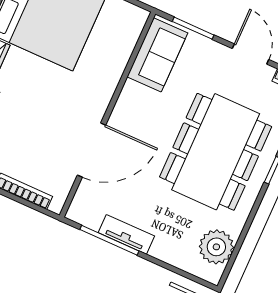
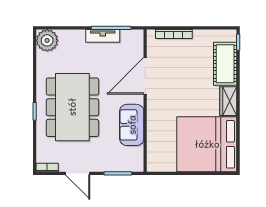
sofa: (157, 55) -> (132, 125), moved
plant: (216, 247) -> (47, 40), moved

